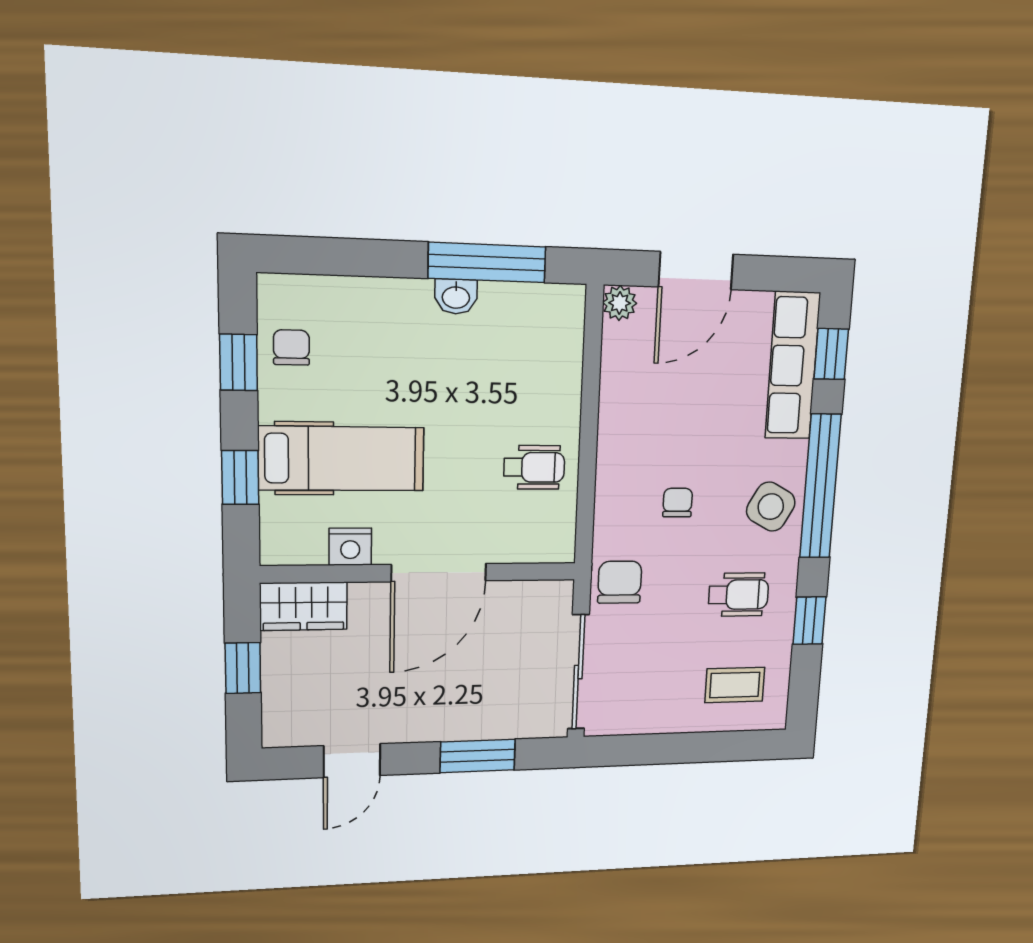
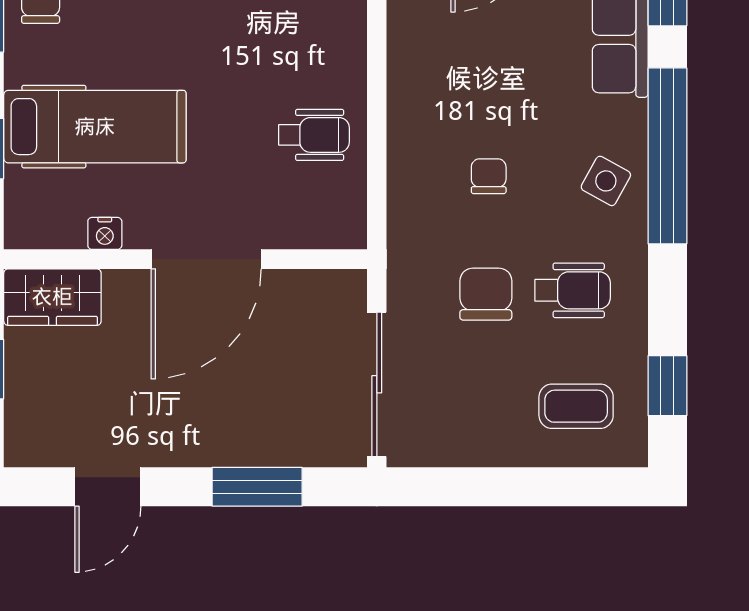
side table: (771, 507) -> (606, 181), width x0.73, depth x0.73
nightstand: (350, 547) -> (105, 233), width x0.72, depth x0.74
chair: (620, 582) -> (486, 294), moved
window: (809, 621) -> (667, 386), moved

